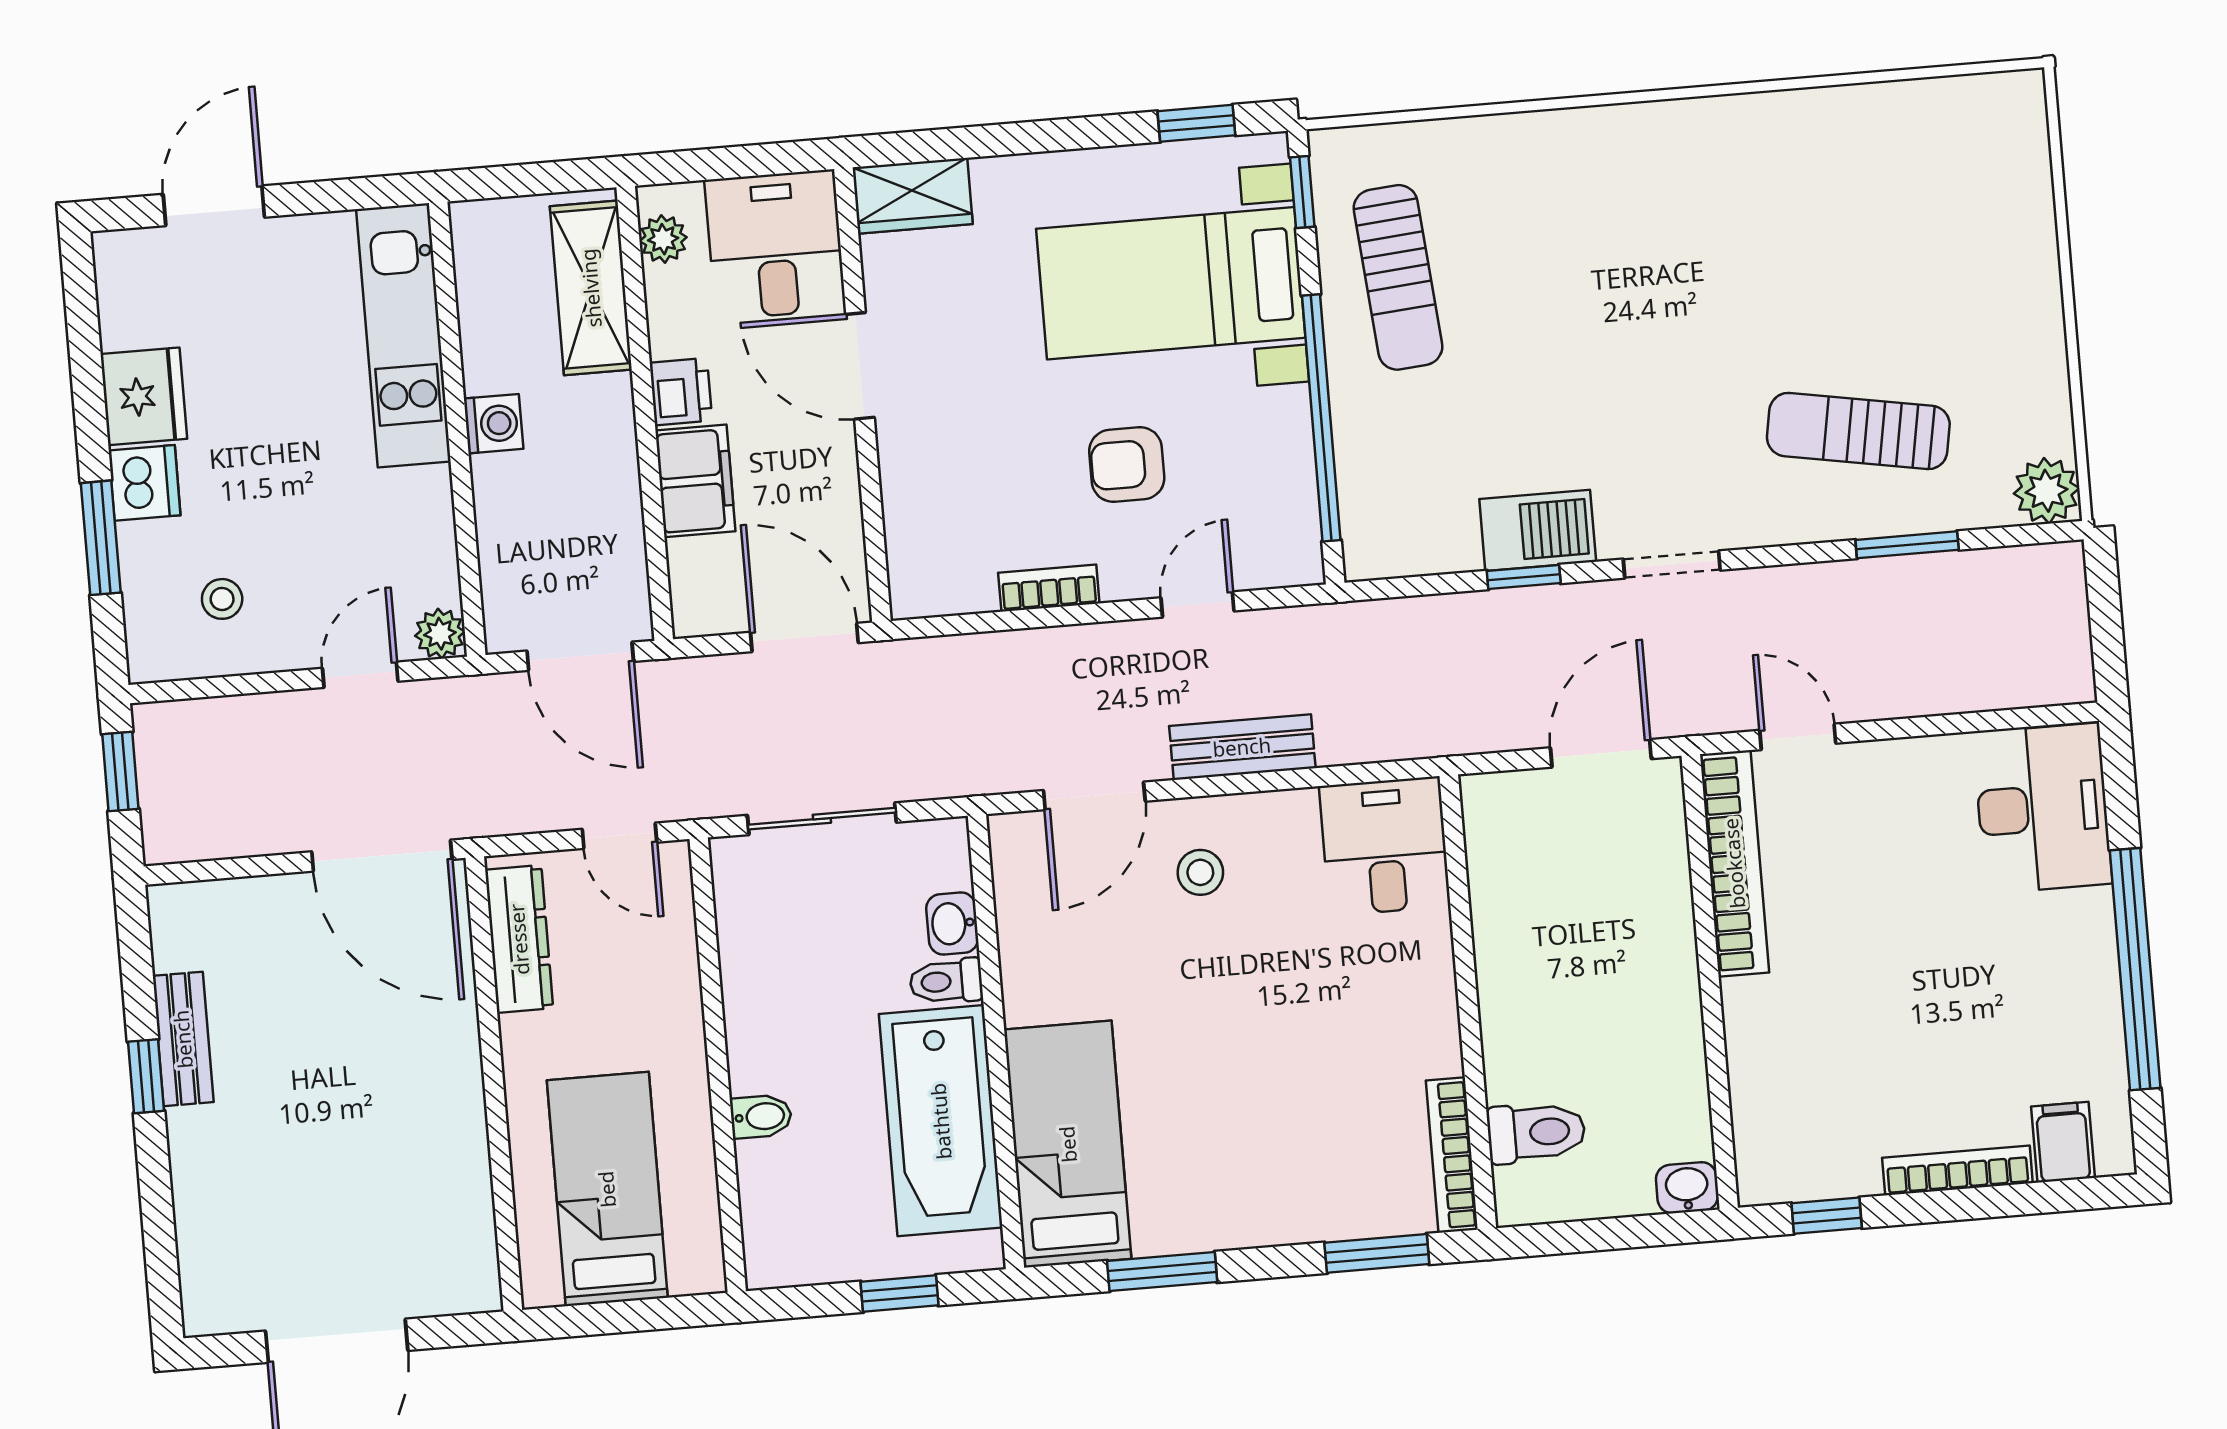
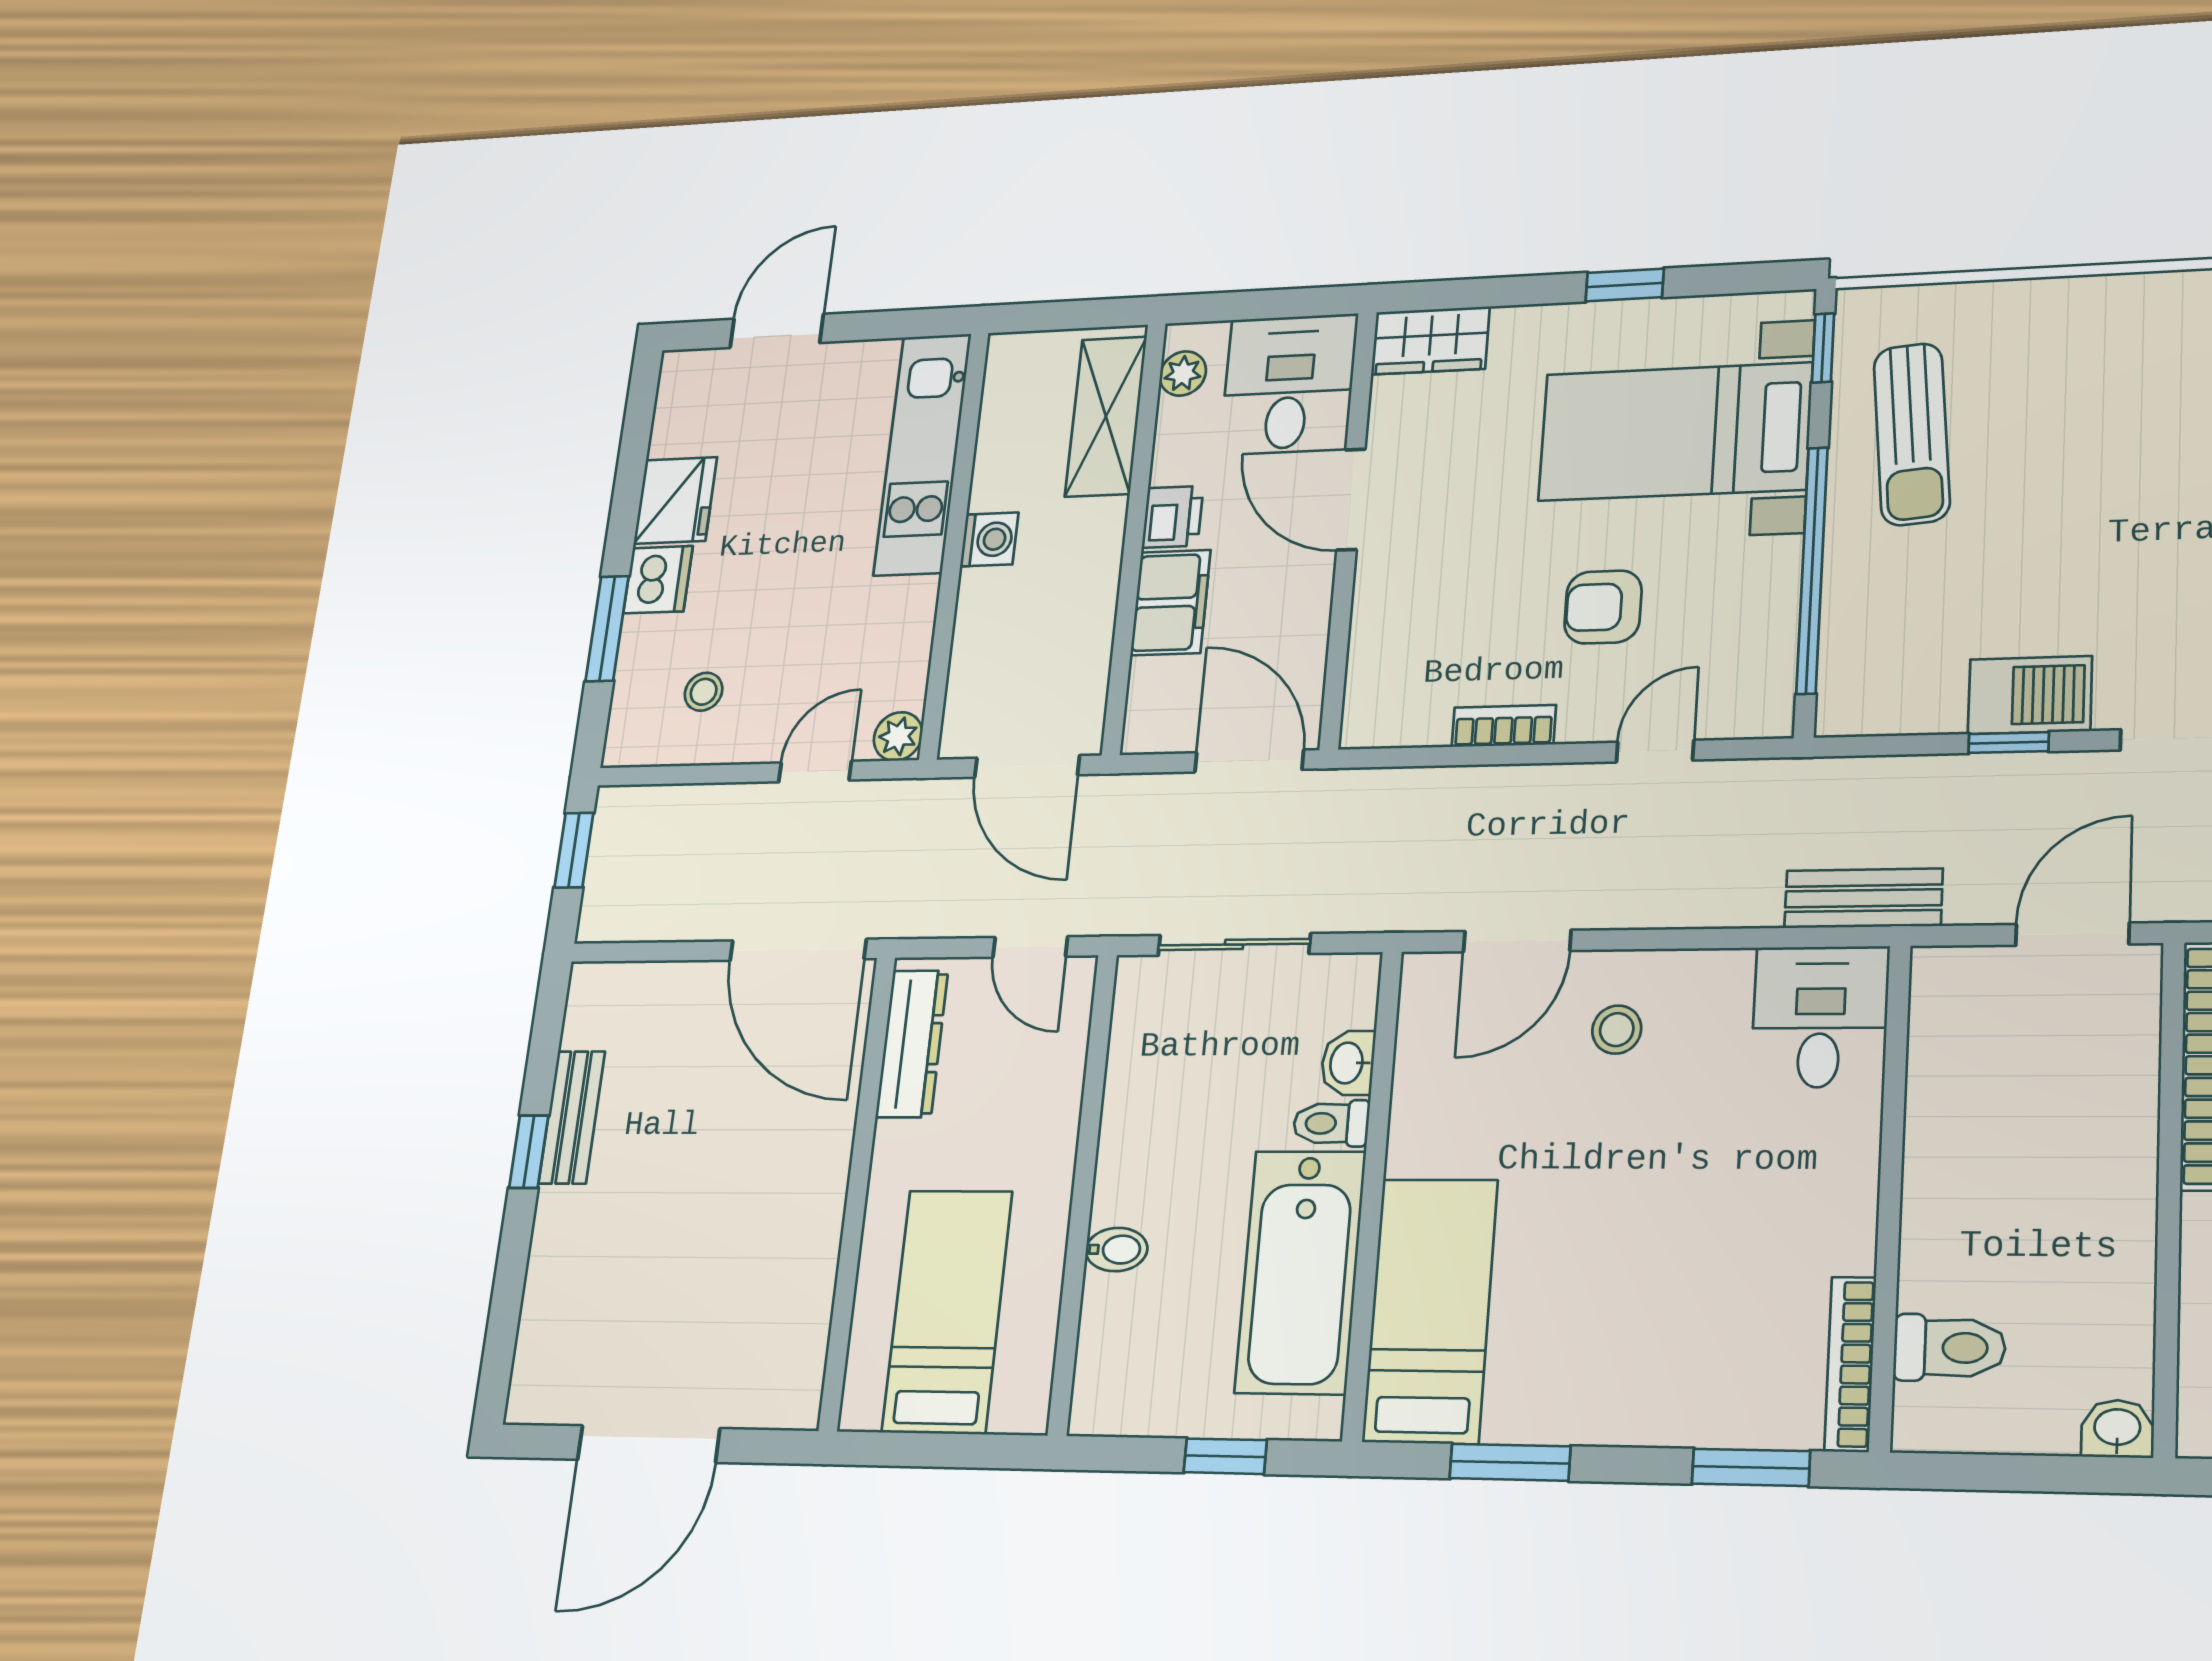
window: (1196, 123) -> (1625, 285), moved
bench: (1242, 747) -> (1863, 898), moved

